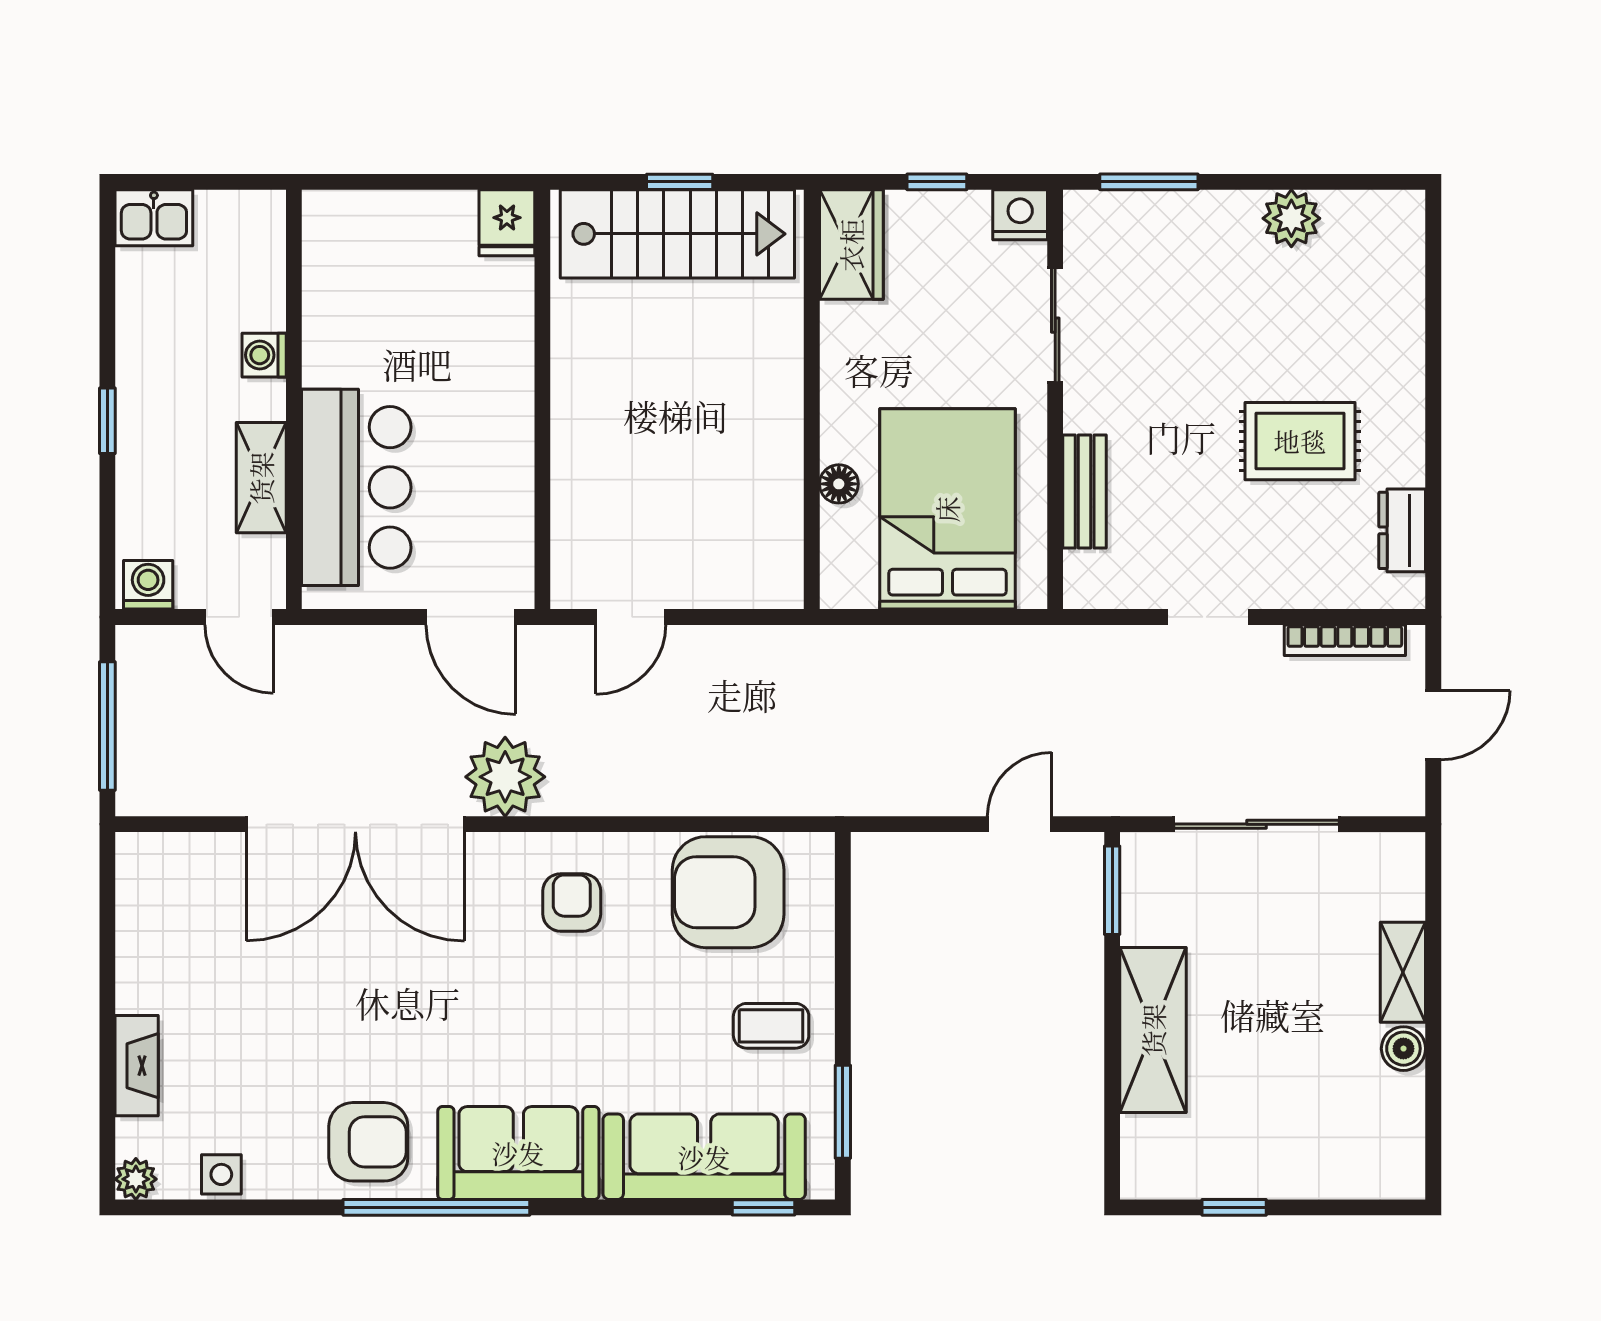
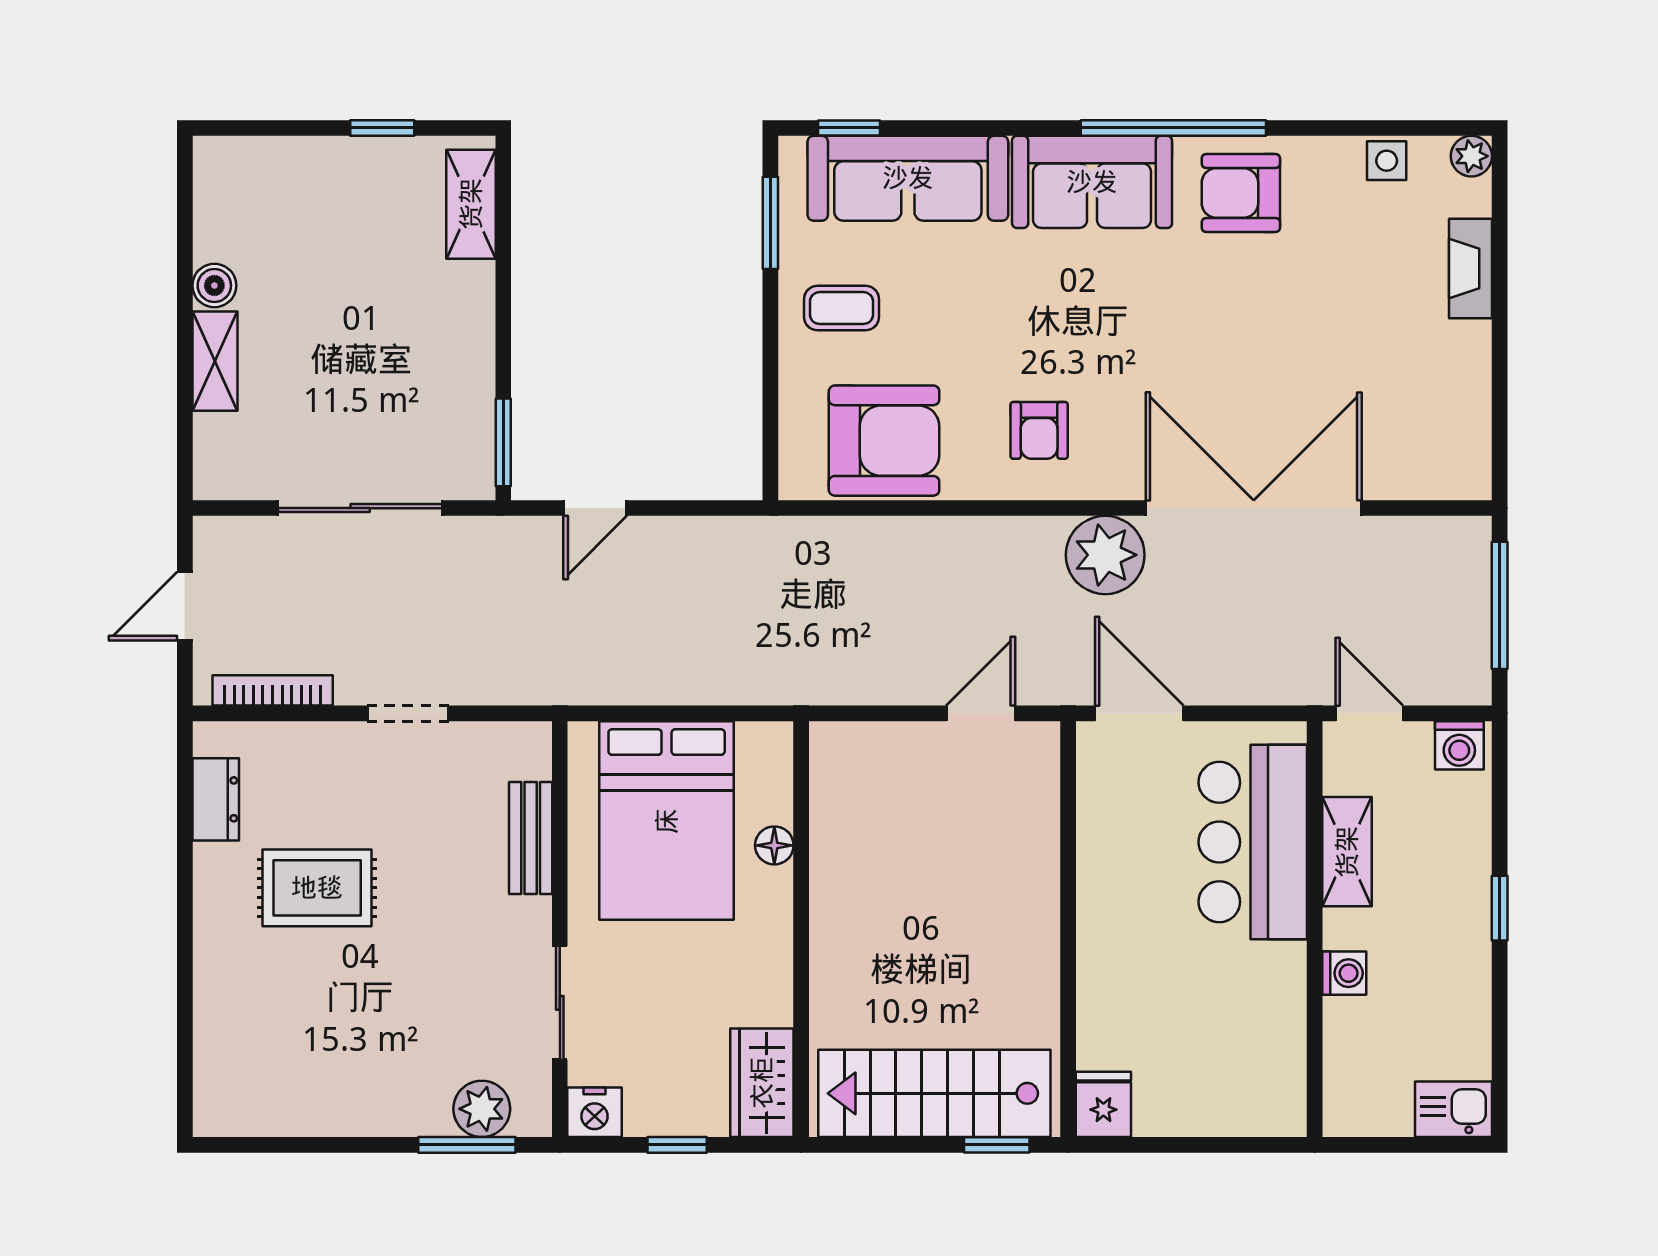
window: (680, 182) -> (997, 1145), moved
plant: (1291, 218) -> (482, 1109), moved
shelving: (1153, 1030) -> (471, 204), moved, width x0.67, depth x0.75

